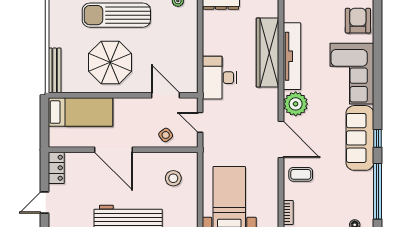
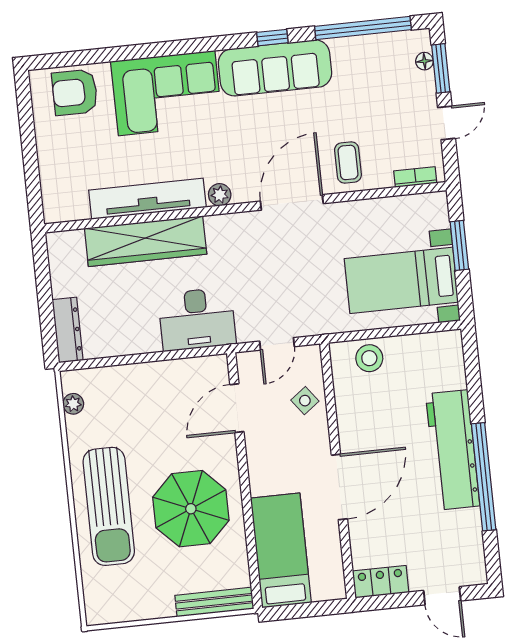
plant: (296, 104) -> (220, 195), width x0.53, depth x0.53
stool: (173, 178) -> (369, 358), moved

